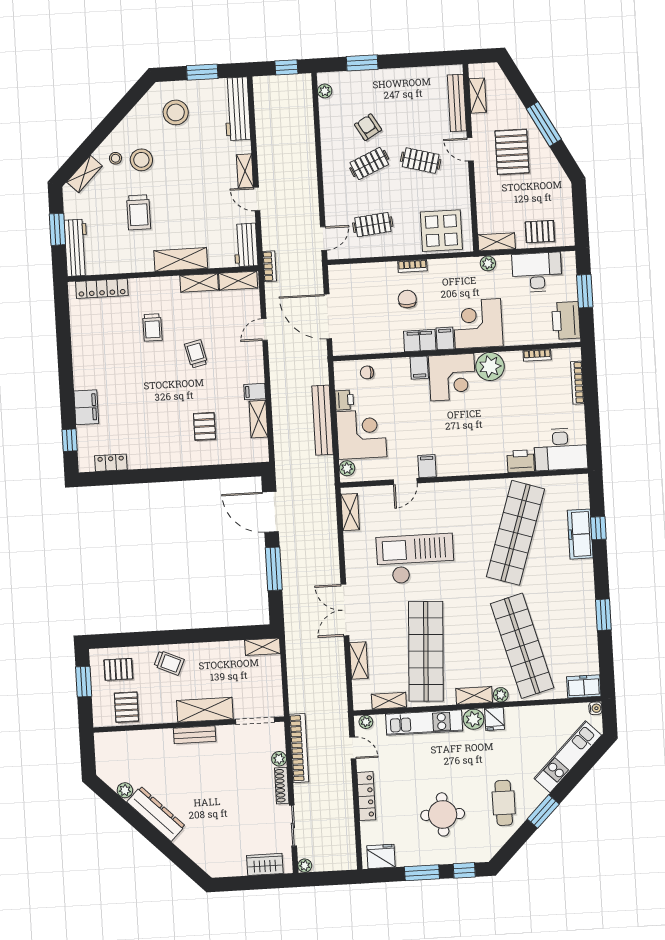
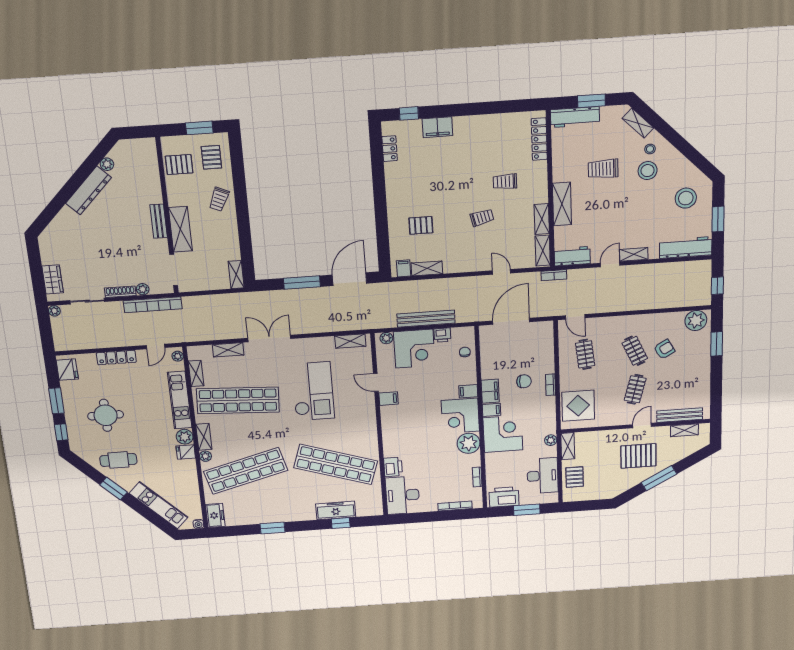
plant: (325, 91) -> (696, 320), width x1.88, depth x1.88
filing cabinet: (255, 392) -> (404, 268), moved

